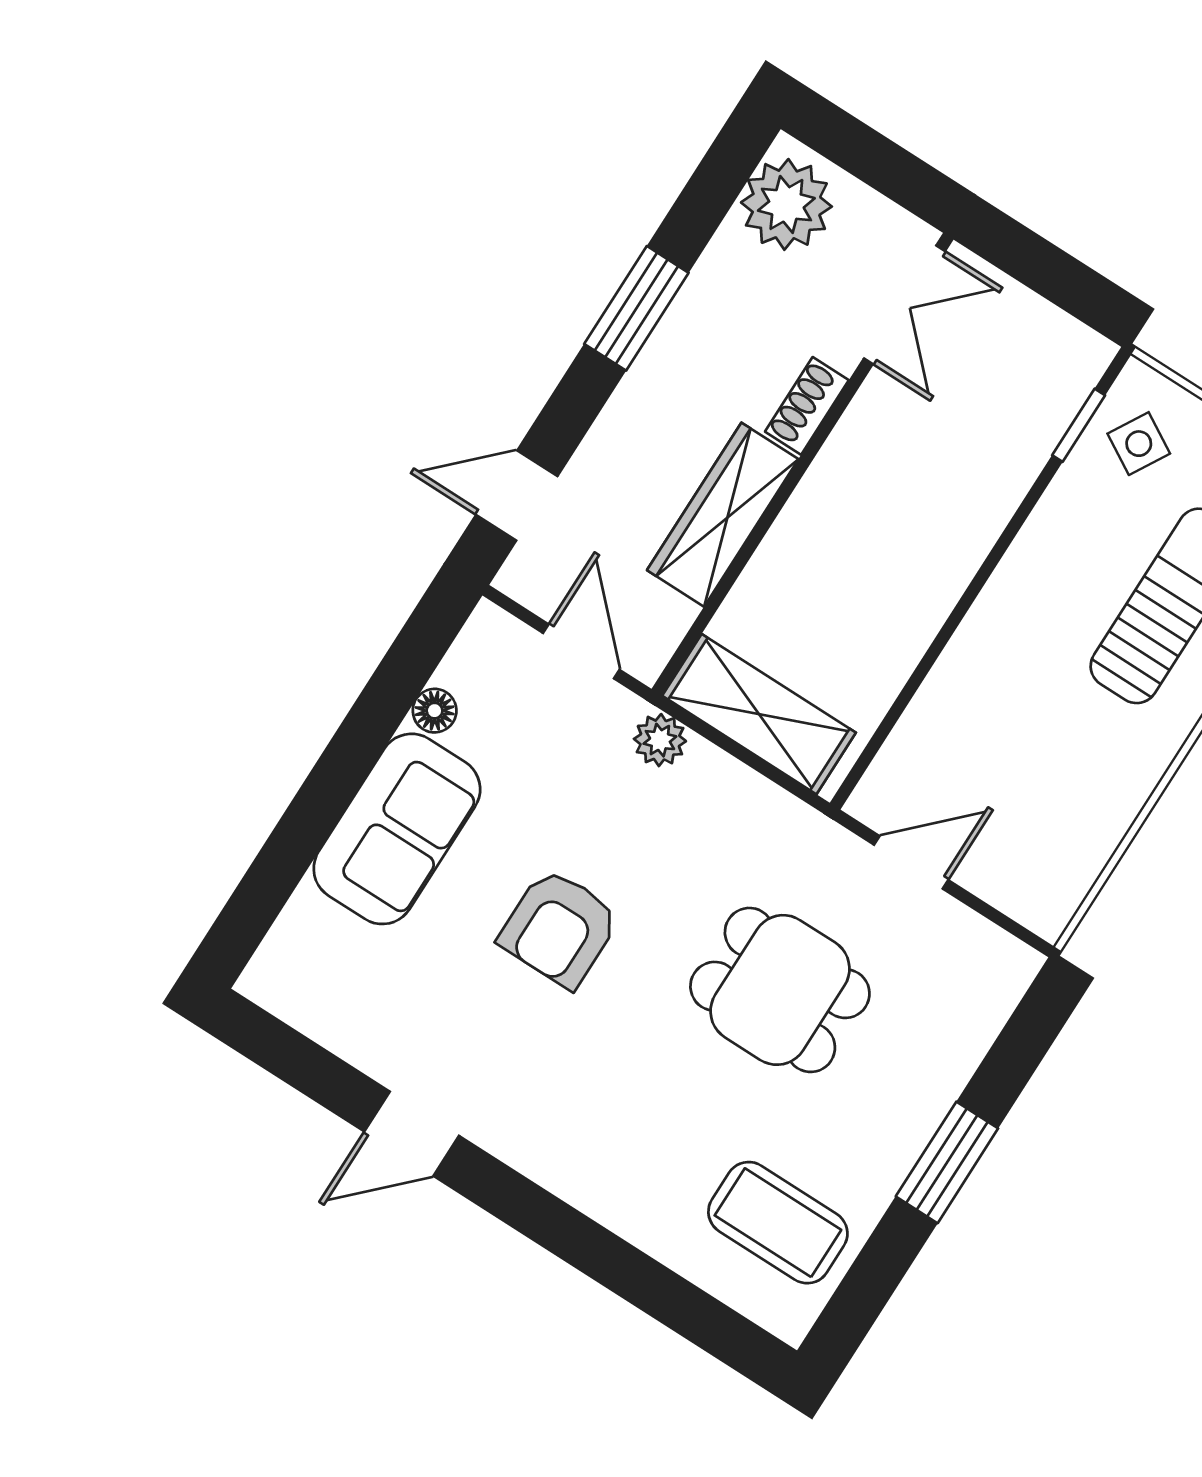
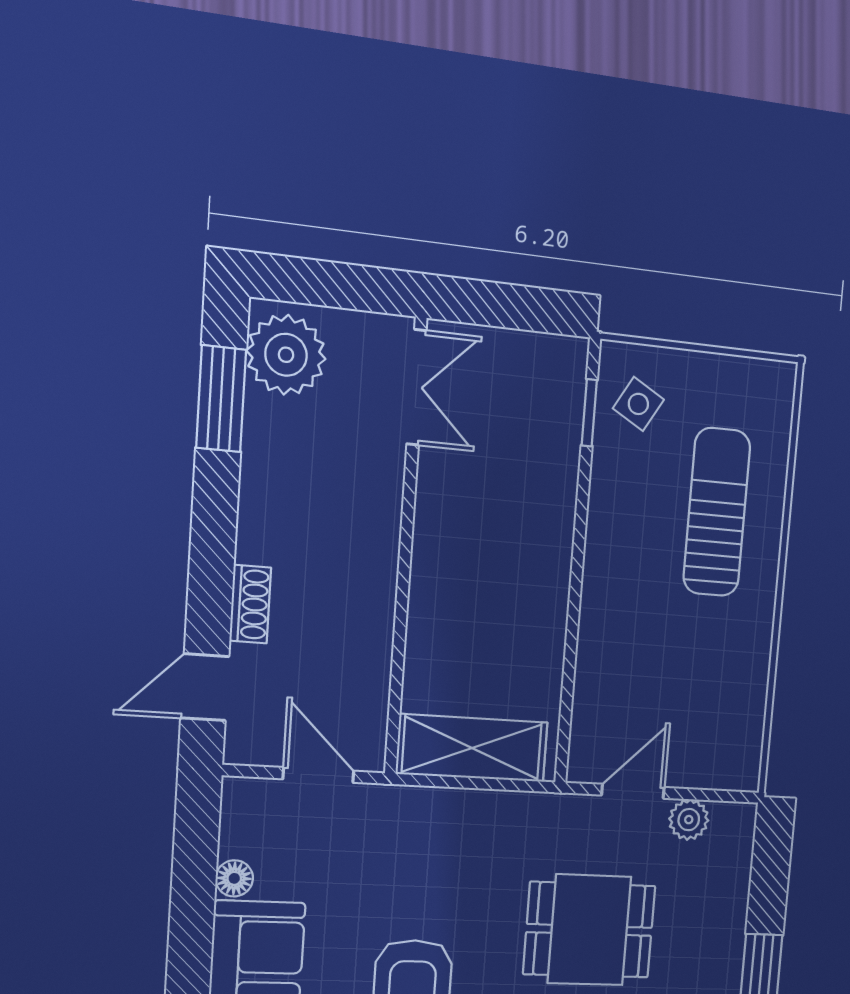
window: (636, 308) -> (221, 399), moved
shoe rack: (807, 406) -> (250, 604), moved, turned 180
wardrobe: (723, 515) -> (367, 618), removed
plant: (660, 740) -> (689, 820), moved

